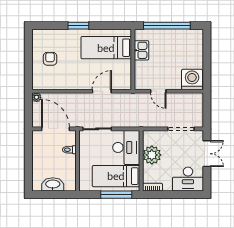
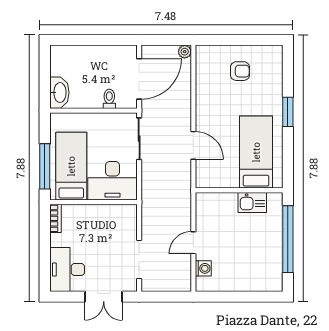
washing machine: (192, 80) -> (203, 268), width x0.53, depth x0.53
door: (158, 91) -> (193, 243), moved
plant: (152, 155) -> (102, 217), removed
washbasin: (53, 184) -> (59, 93), moved

